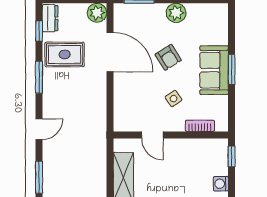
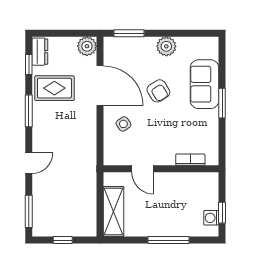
sofa: (214, 70) -> (204, 84), moved
side table: (174, 99) -> (123, 124), moved
window: (232, 156) -> (222, 213), moved

